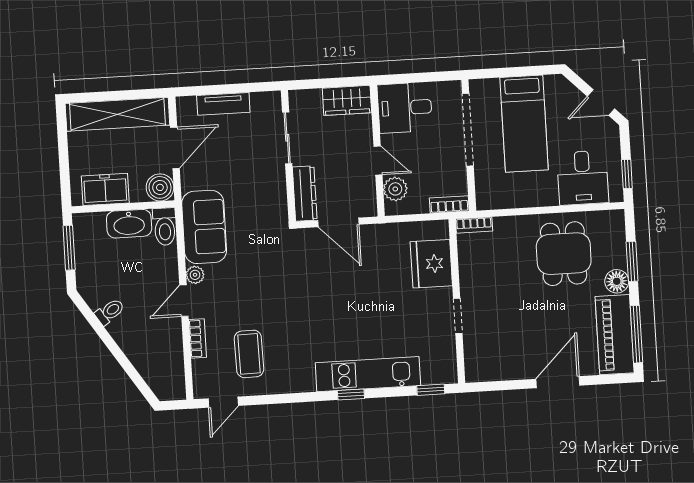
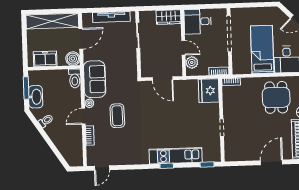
tv unit: (223, 104) -> (111, 17), width x1.41
bed: (524, 124) -> (262, 49), moved, turned 180
dresser: (305, 193) -> (146, 64), removed
washbasin: (129, 224) -> (36, 97), moved, turned -90
fridge: (431, 264) -> (209, 91), moved
coffee table: (249, 354) -> (117, 116), moved

